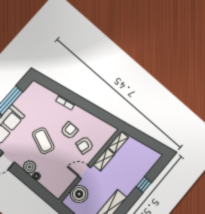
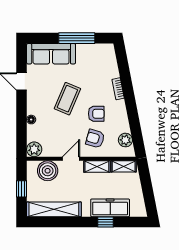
plant: (102, 126) -> (125, 140), added
plant: (30, 167) -> (34, 149), moved
door: (84, 172) -> (71, 159), hinge flipped
freezer: (137, 174) -> (110, 208), added

